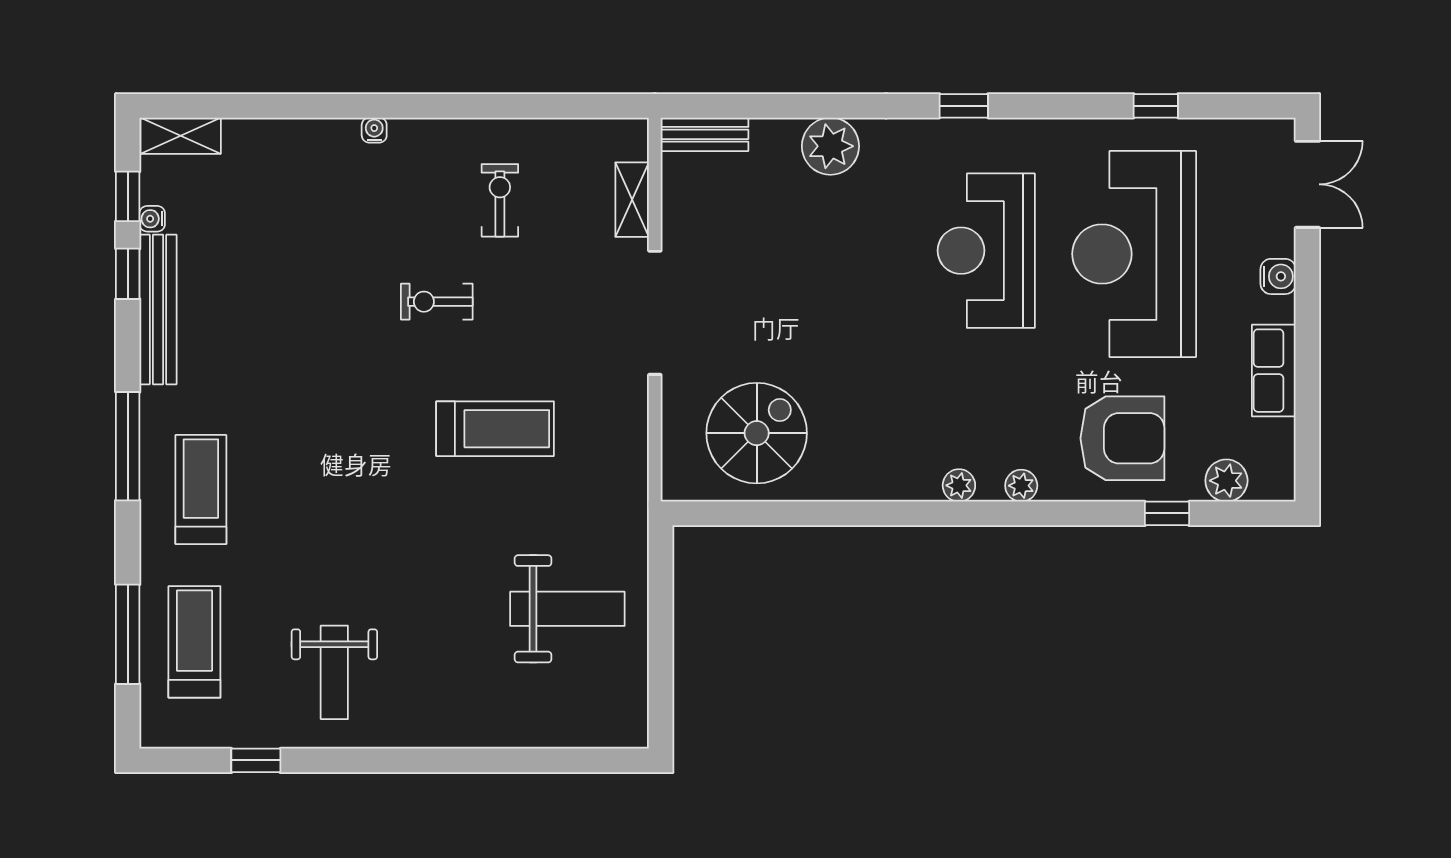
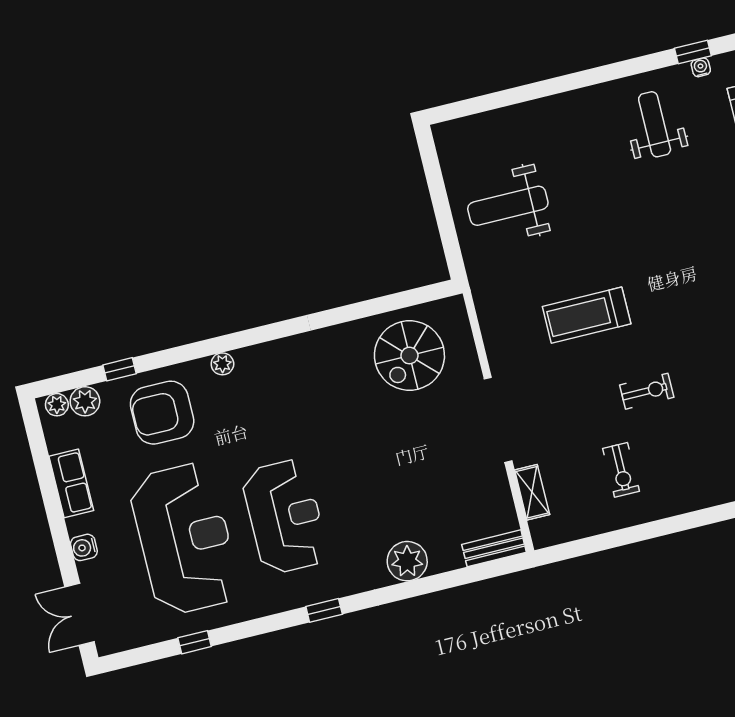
water cooler: (374, 130) -> (701, 67), moved, turned 180
plant: (959, 485) -> (57, 405), moved

